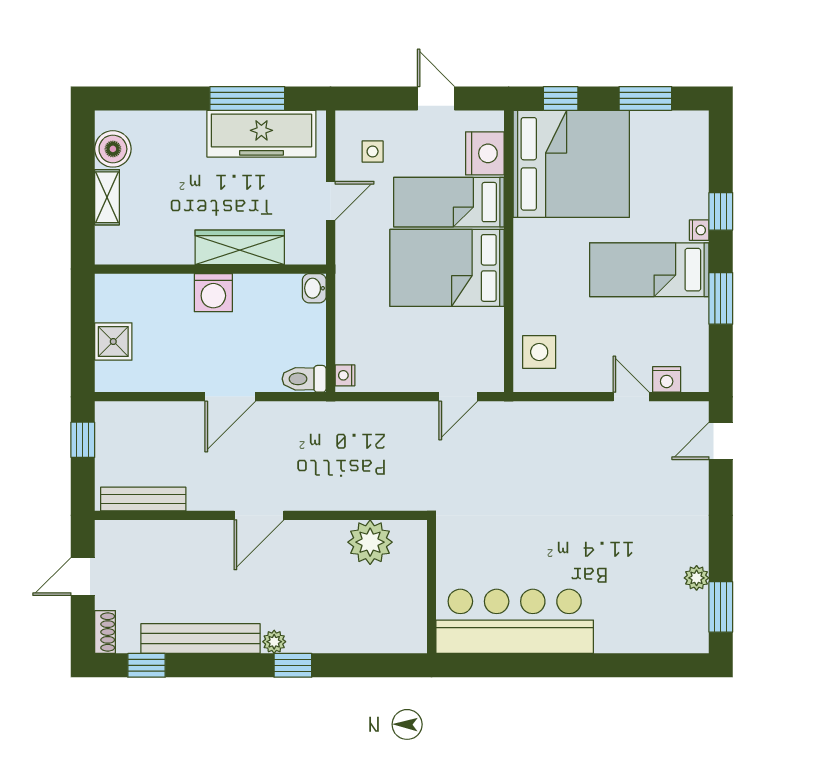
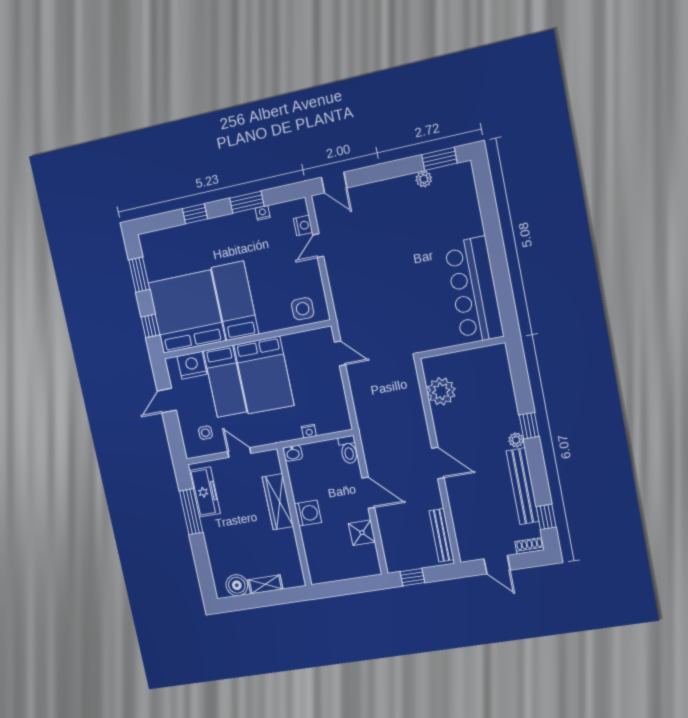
freezer: (261, 134) -> (205, 492), width x0.73, depth x0.79
nightstand: (699, 230) -> (263, 213), moved
bed: (649, 270) -> (235, 301), moved, turned 180
shower: (113, 342) -> (362, 533), moved
nightstand: (345, 375) -> (309, 431), moved

